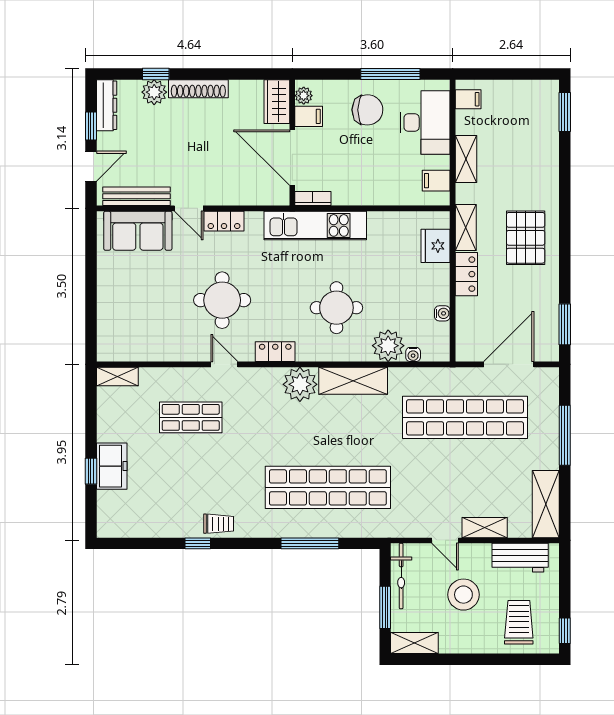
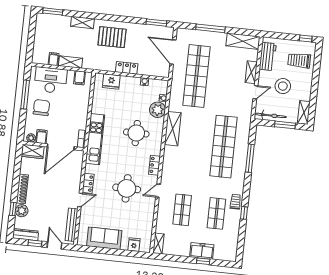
filing cabinet: (468, 99) -> (54, 59), moved
shelving: (466, 227) -> (82, 23), moved
sofa: (138, 231) -> (104, 238), moved, turned -90
fridge: (110, 327) -> (134, 245), added
plant: (300, 384) -> (172, 155), removed
shop shelf: (191, 487) -> (216, 213), added

